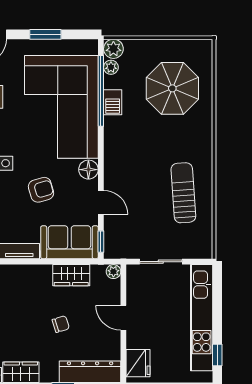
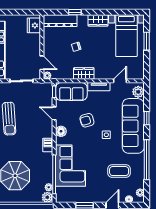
barbecue: (113, 102) -> (48, 145), moved
corner sofa: (61, 107) -> (70, 166), width x0.73, depth x0.74
wardrobe: (71, 275) -> (84, 74), moved
door: (123, 318) -> (42, 63), moved

